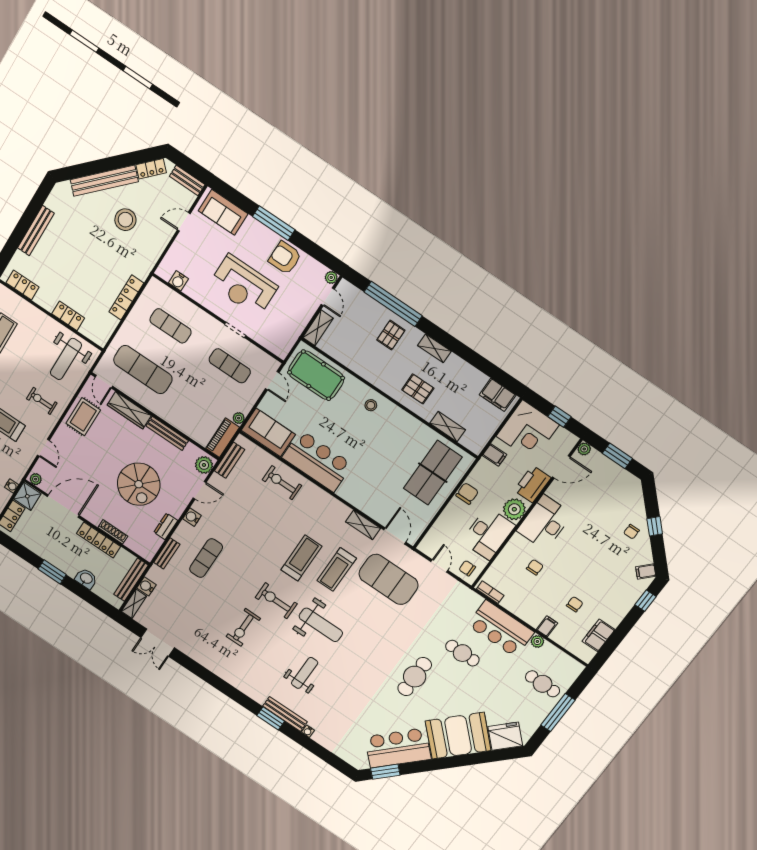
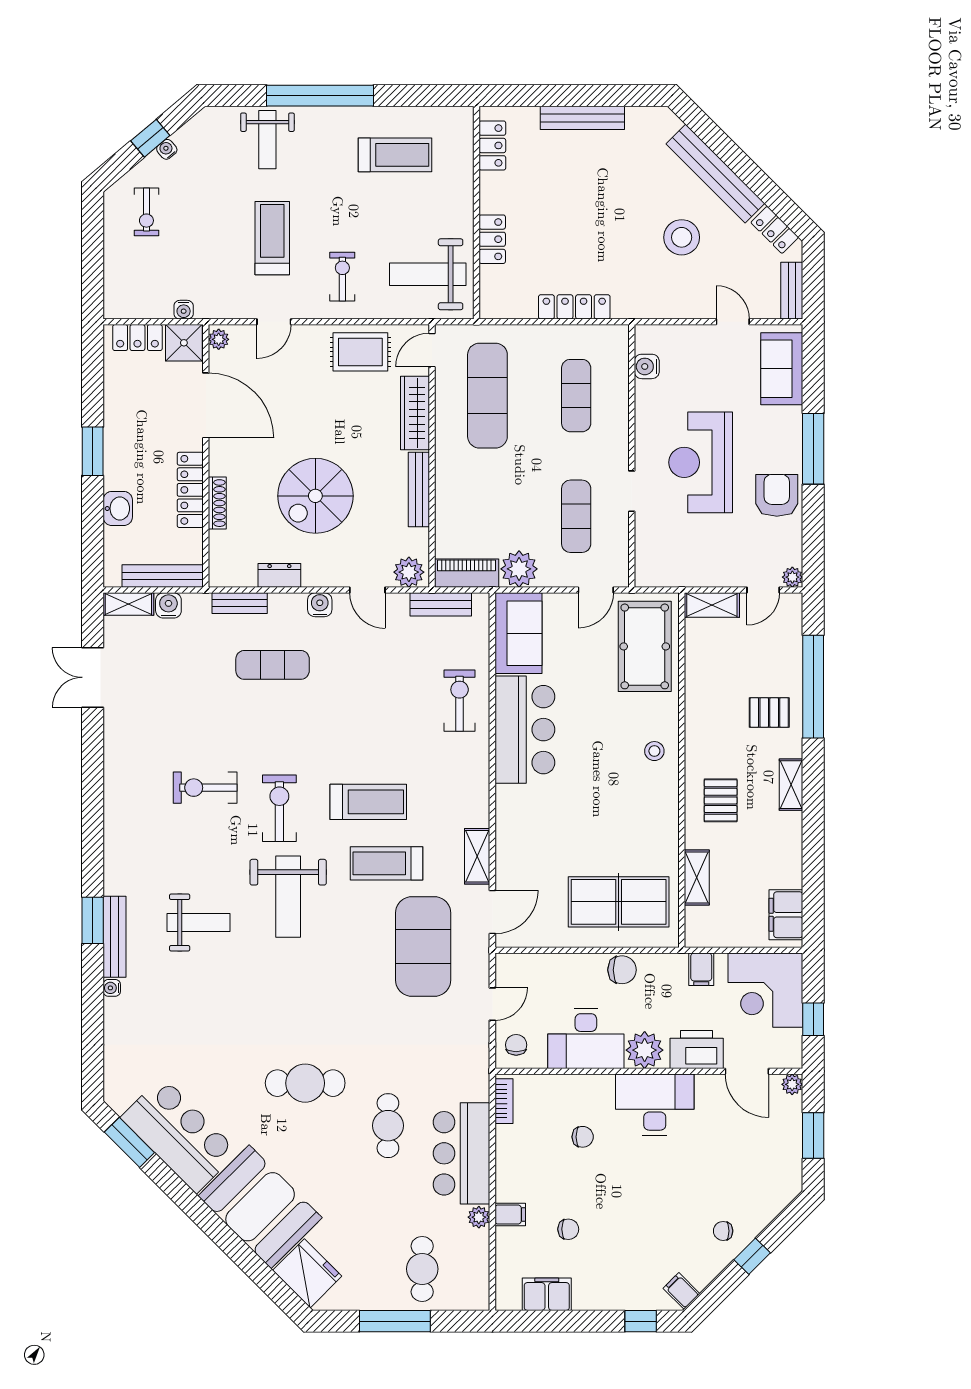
plant: (239, 418) -> (519, 569), width x1.88, depth x1.88

